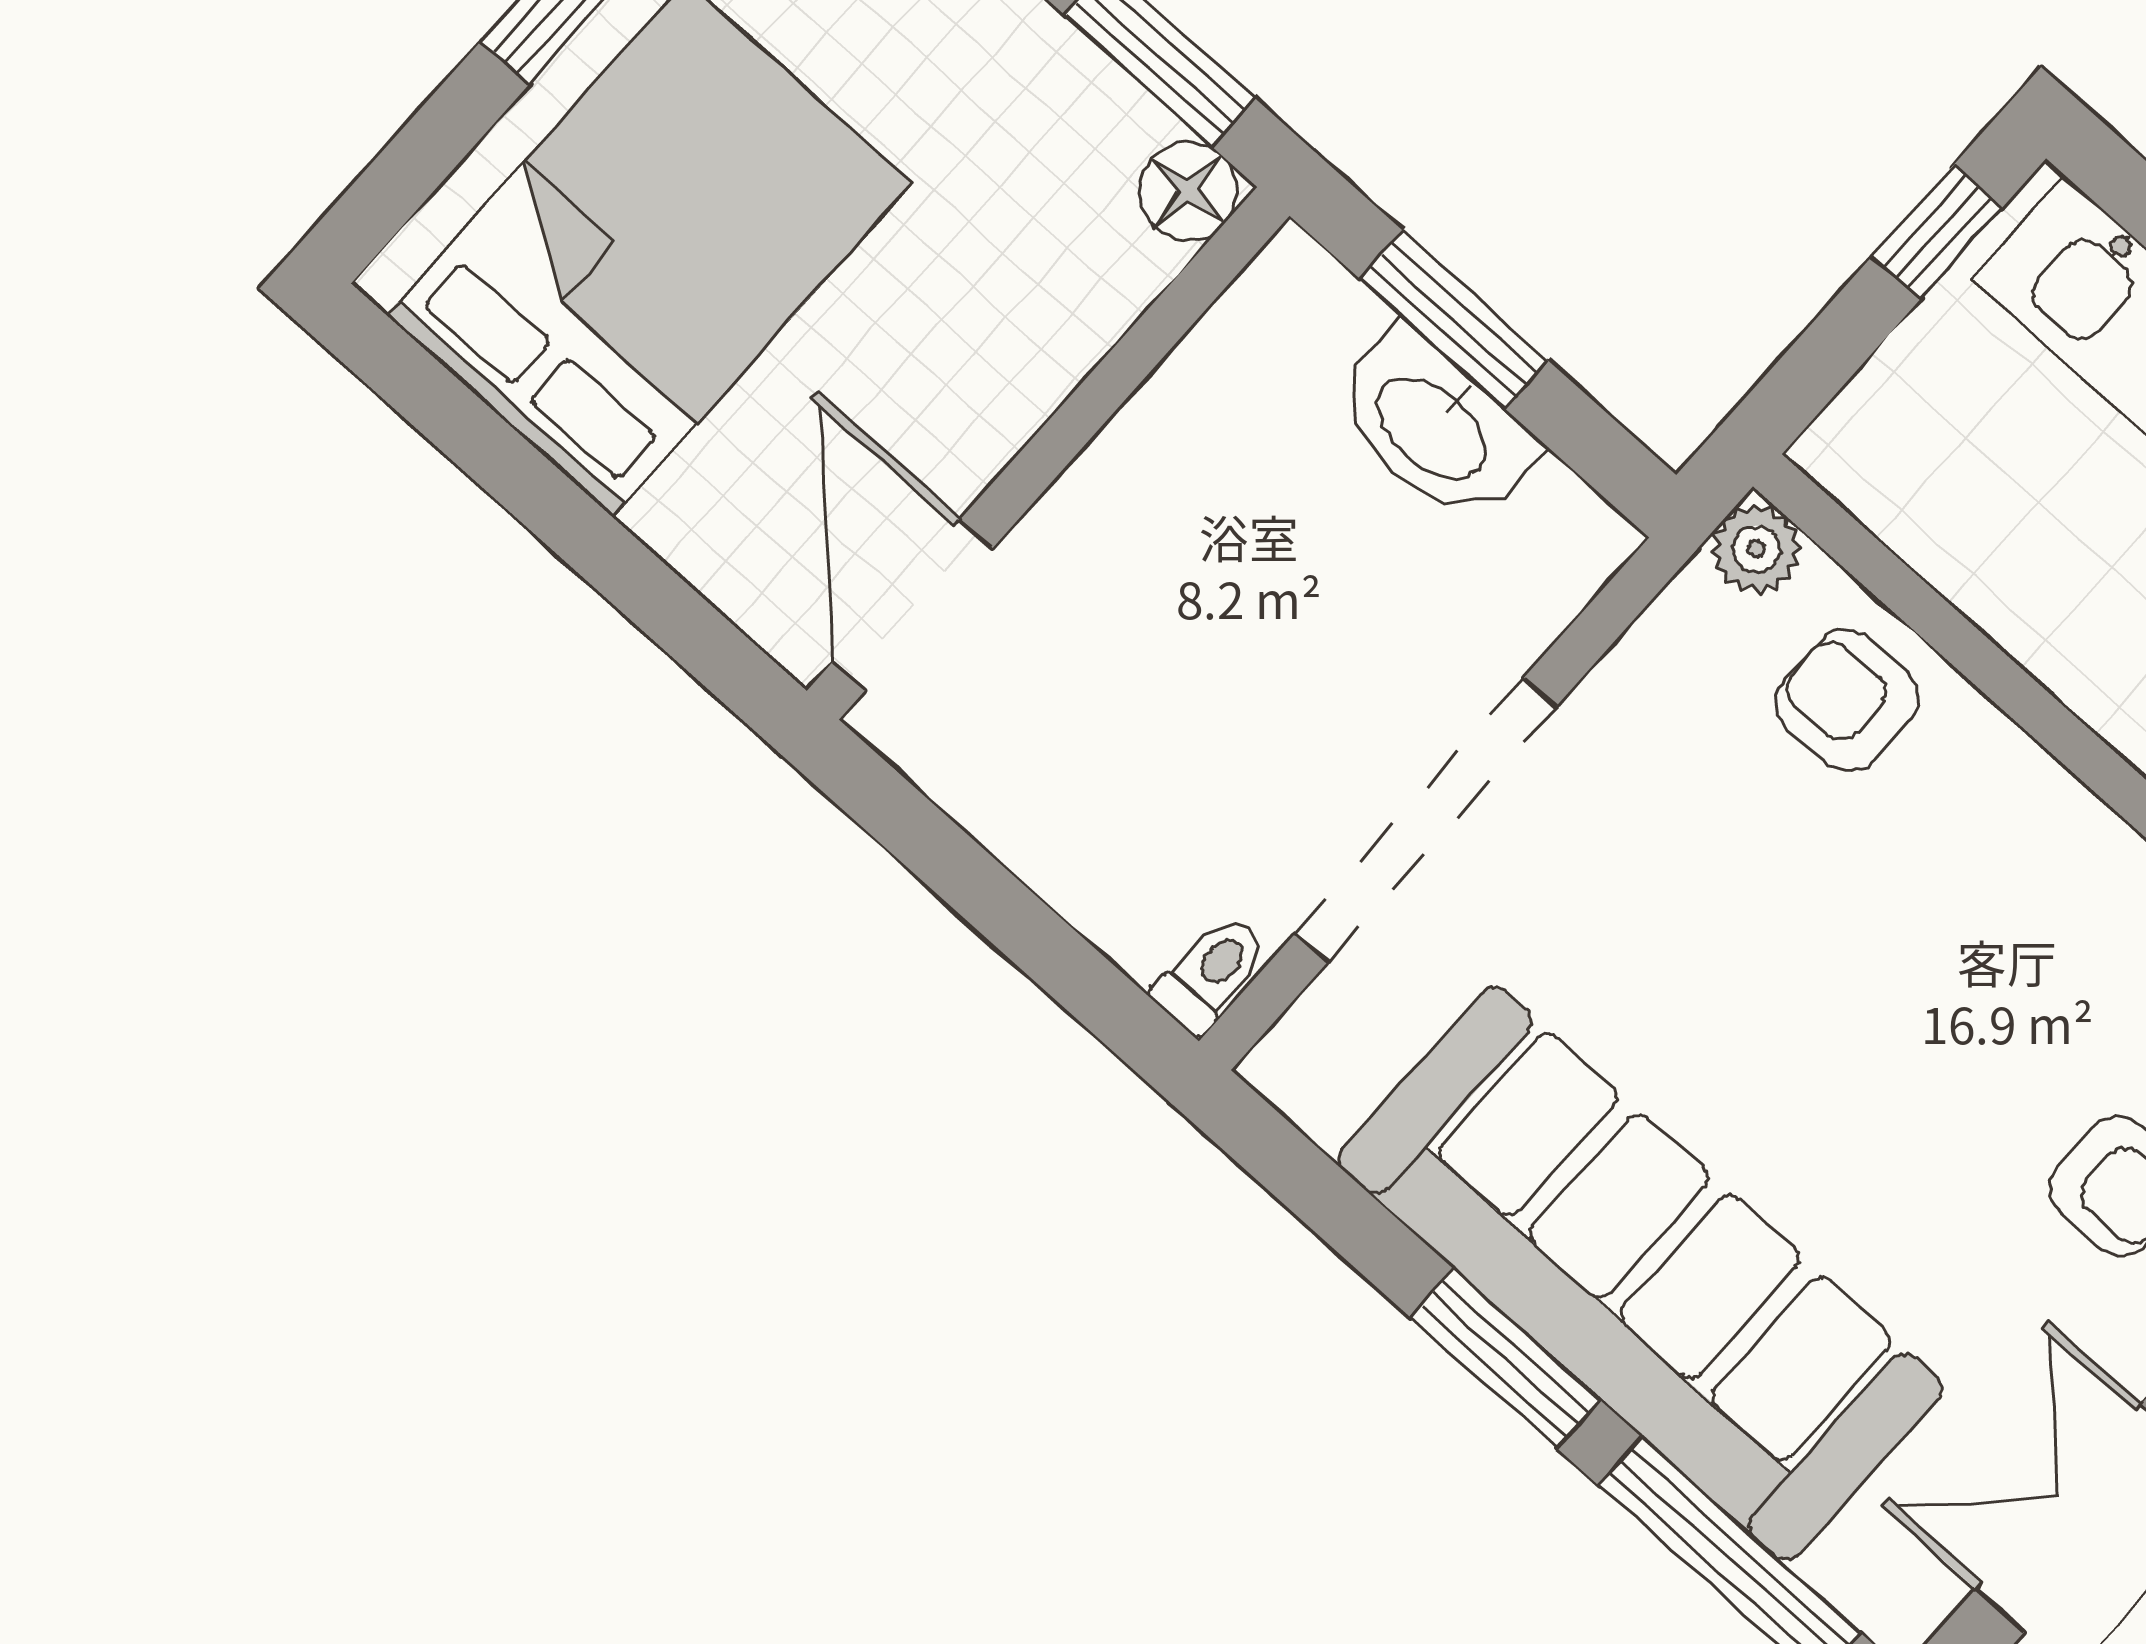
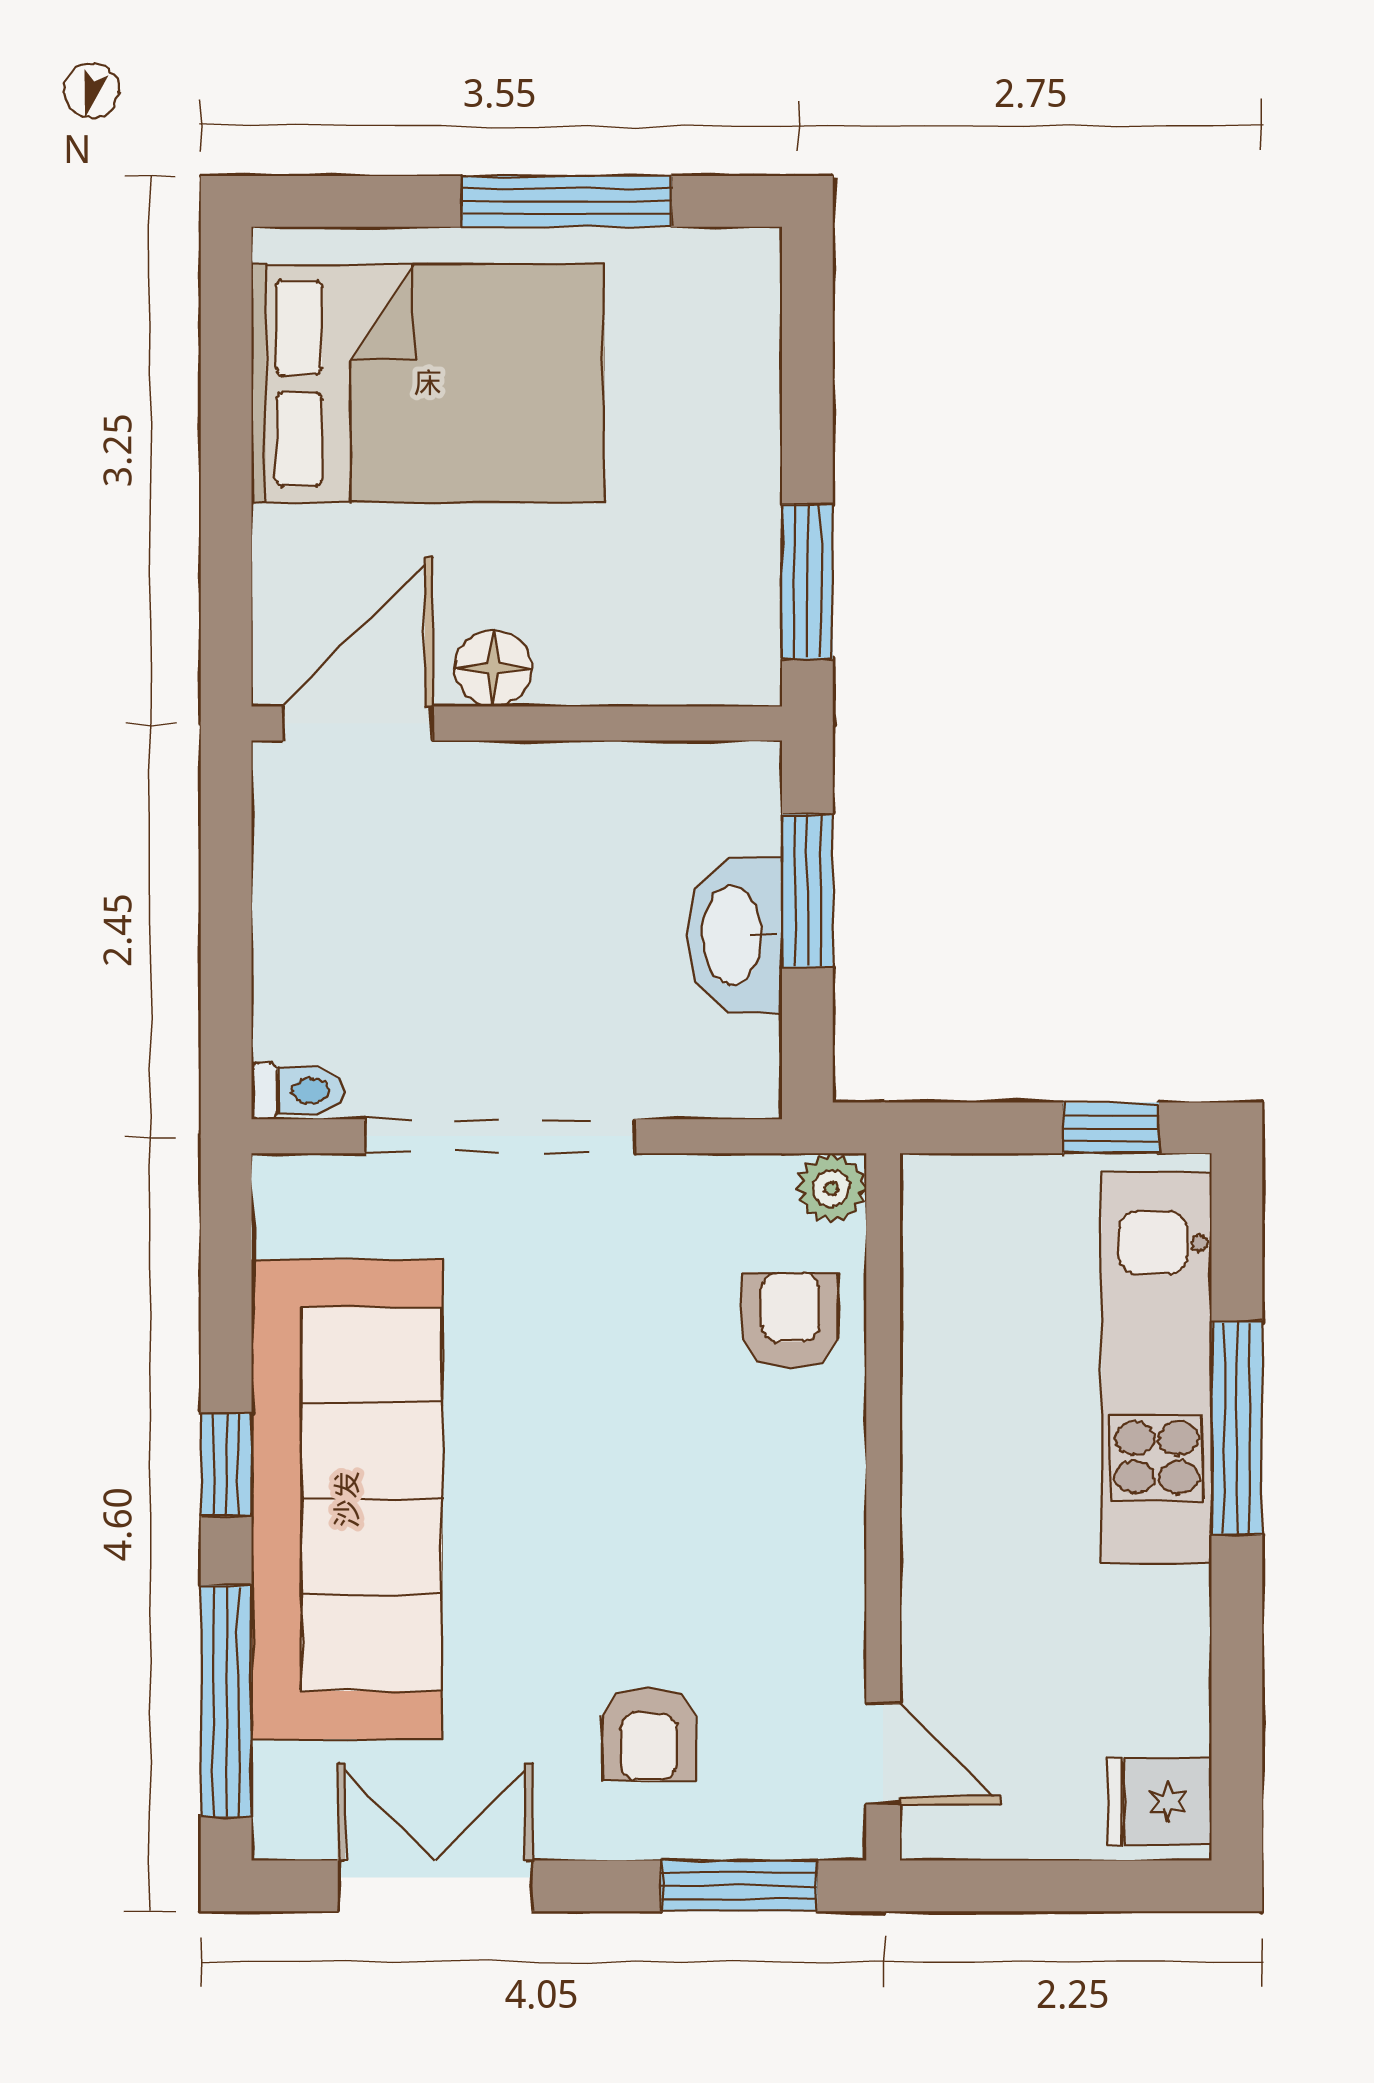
floor lamp: (1188, 191) -> (493, 668), moved
window: (1505, 1359) -> (226, 1465), width x0.67

